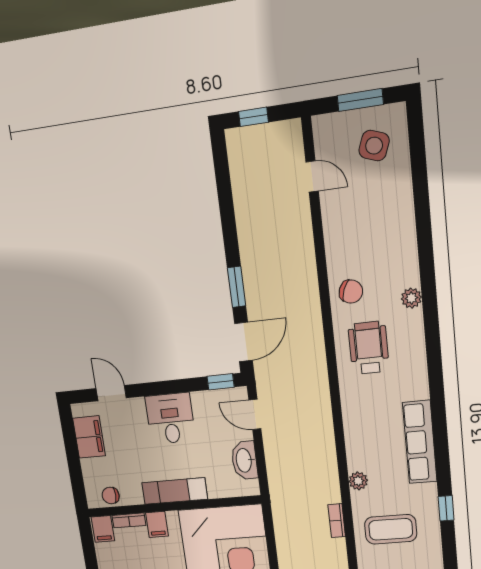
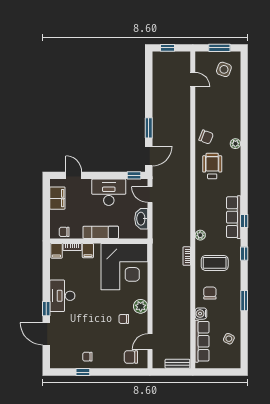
desk: (170, 418) -> (109, 192), width x1.37
window: (441, 447) -> (244, 221), added

